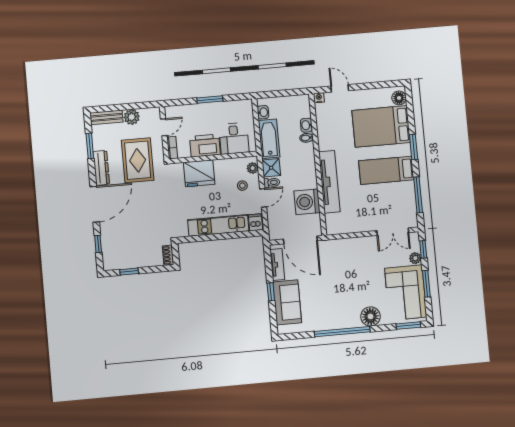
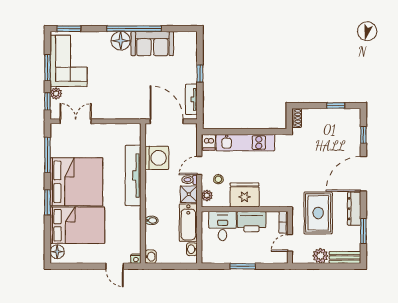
washbasin: (306, 125) -> (151, 257), moved
bed: (386, 170) -> (76, 182), width x2.04
fridge: (199, 173) -> (245, 195), moved
sofa: (287, 302) -> (152, 44), moved, turned -90
floor lamp: (370, 316) -> (121, 41), moved

